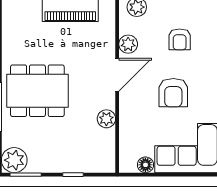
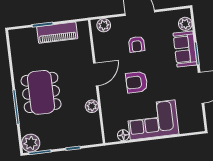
plant: (128, 44) -> (101, 52), removed
dining table: (37, 91) -> (41, 92), turned 90
armchair: (173, 93) -> (137, 82), turned 90

